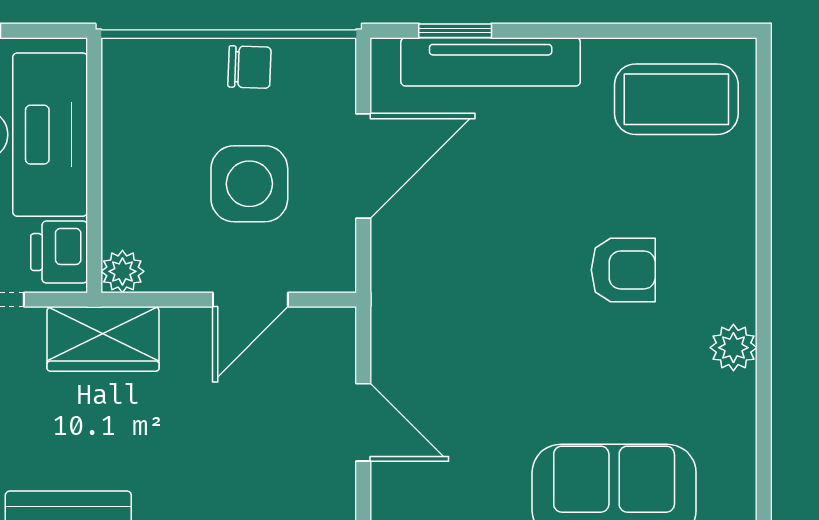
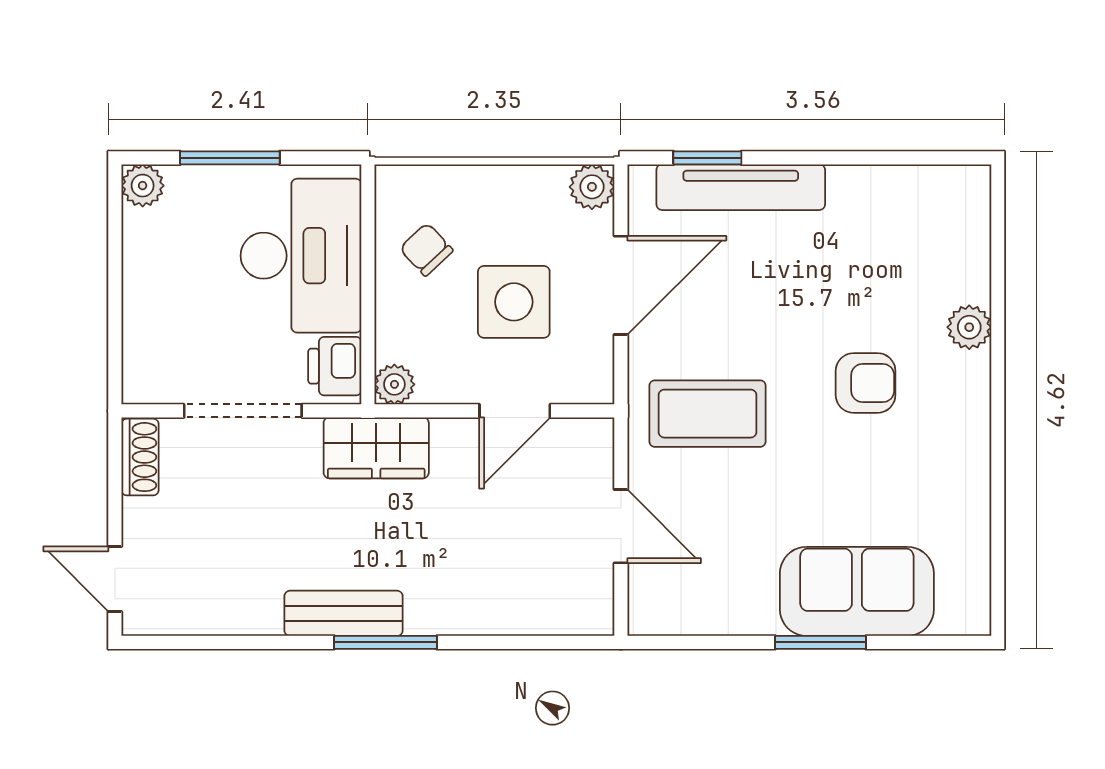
plant: (332, 61) -> (592, 187), added
chair: (249, 67) -> (426, 250), moved, turned -135
coffee table: (676, 99) -> (707, 414), moved
plant: (733, 348) -> (969, 327), moved

